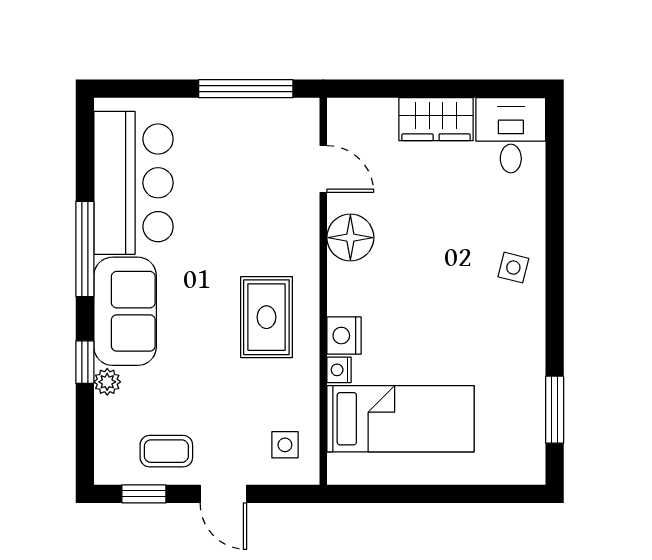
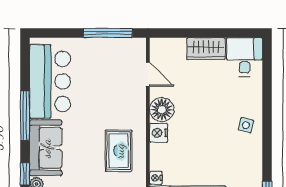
nightstand: (344, 336) -> (159, 133), moved

